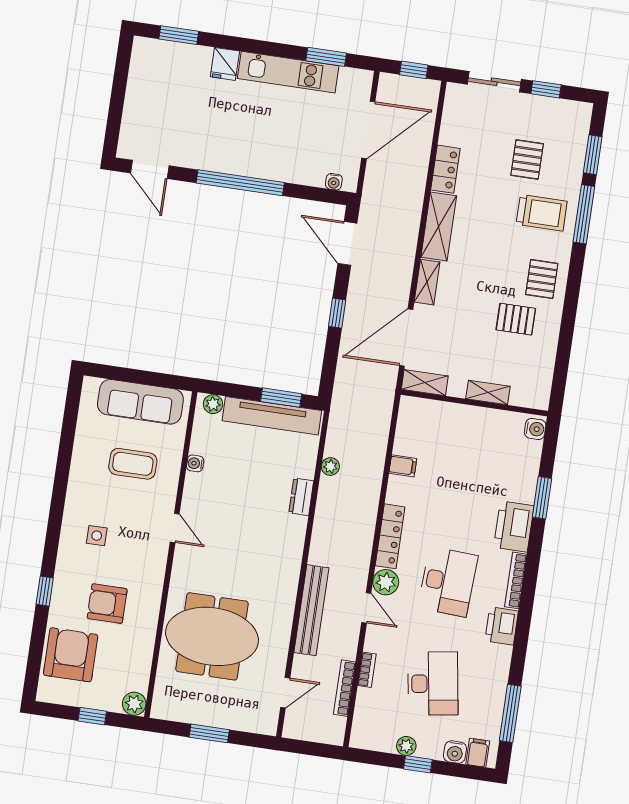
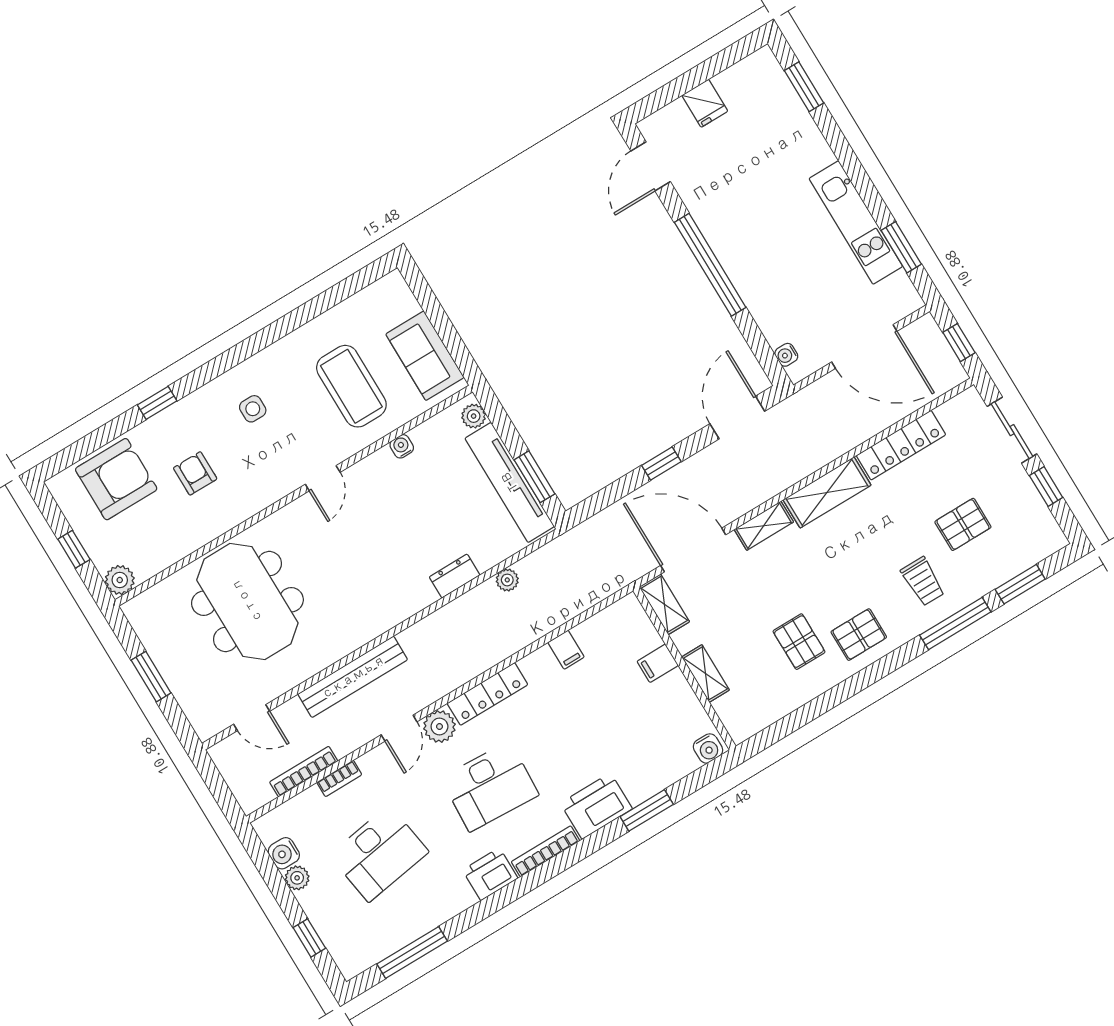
fridge: (225, 64) -> (705, 103), moved, turned -90
locker: (445, 169) -> (901, 445), width x1.53
trolley: (542, 213) -> (923, 581), width x0.73, depth x0.72
sofa: (140, 402) -> (425, 356), width x0.73
coffee table: (133, 464) -> (351, 386), width x1.36, depth x1.32
armchair: (107, 604) -> (195, 473), width x0.72, depth x0.72
water cooler: (455, 752) -> (284, 853), moved
filing cabinet: (478, 753) -> (658, 663), moved, turned 180
window: (418, 764) -> (309, 938), moved

